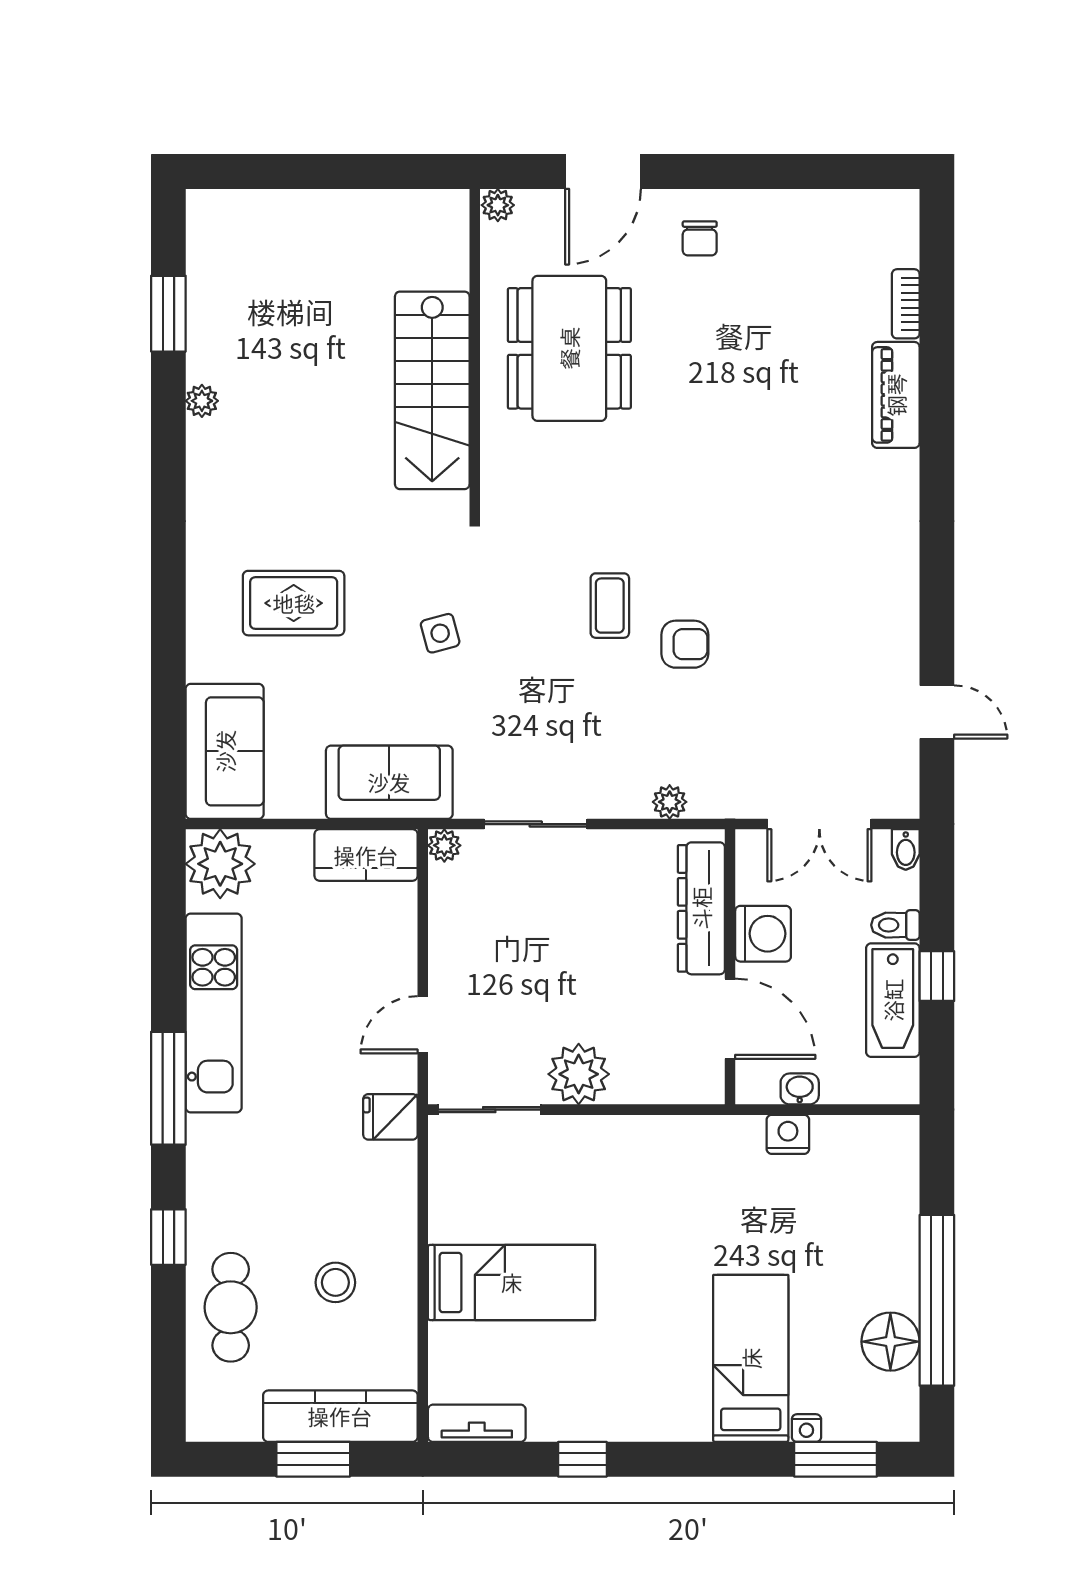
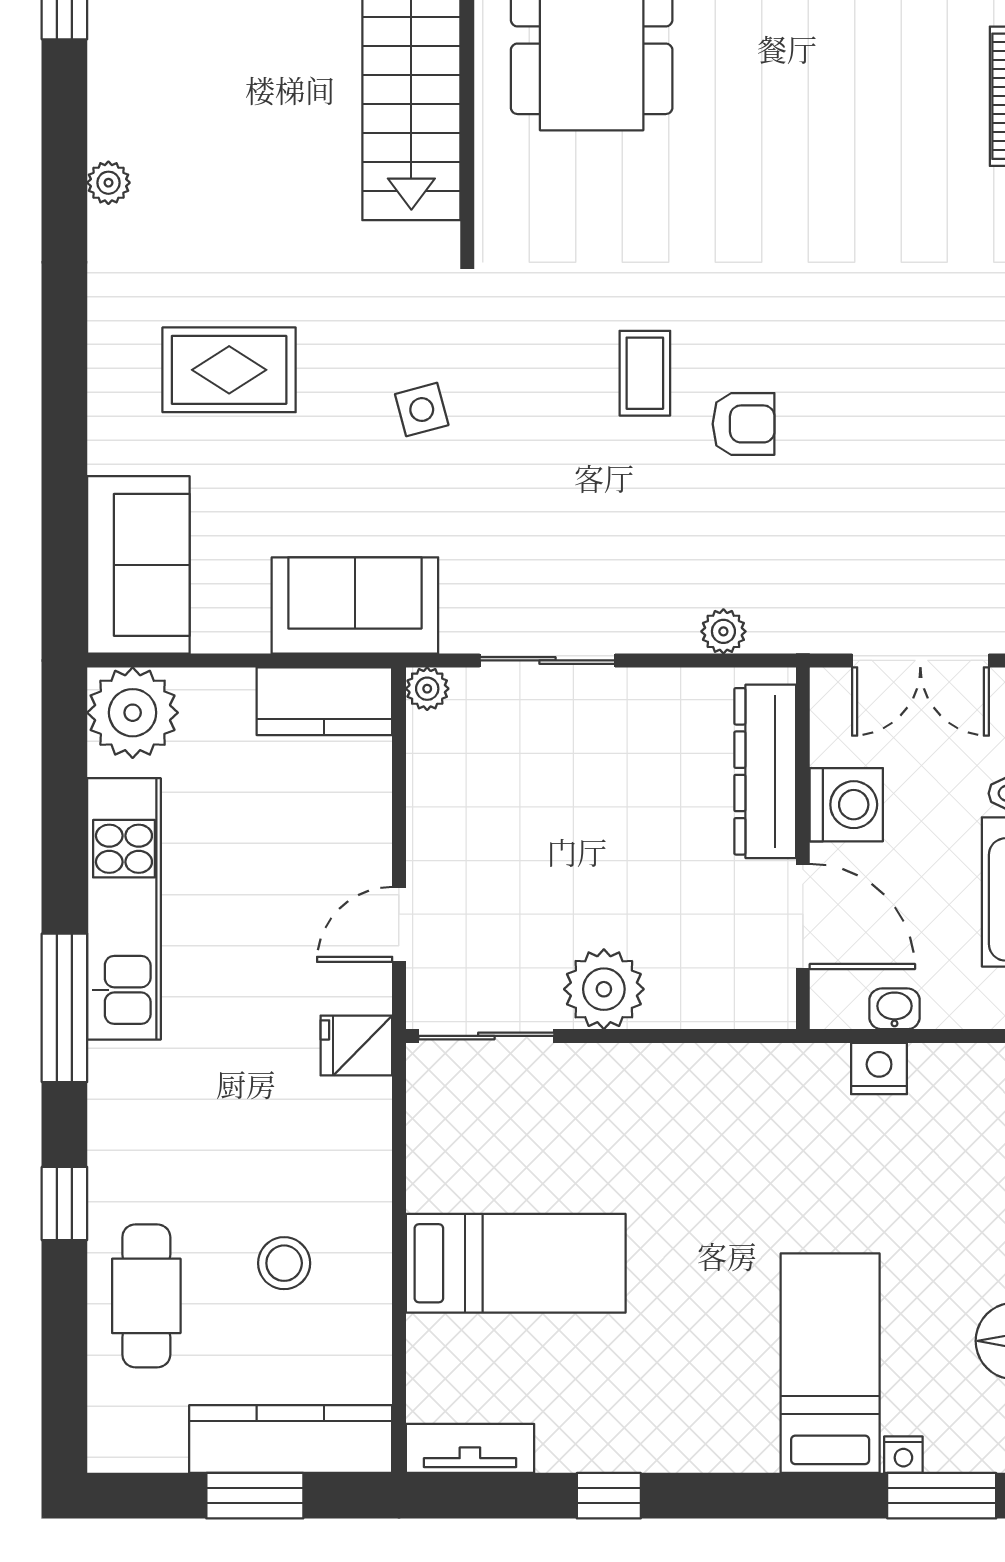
plant: (202, 401) -> (108, 183), moved

